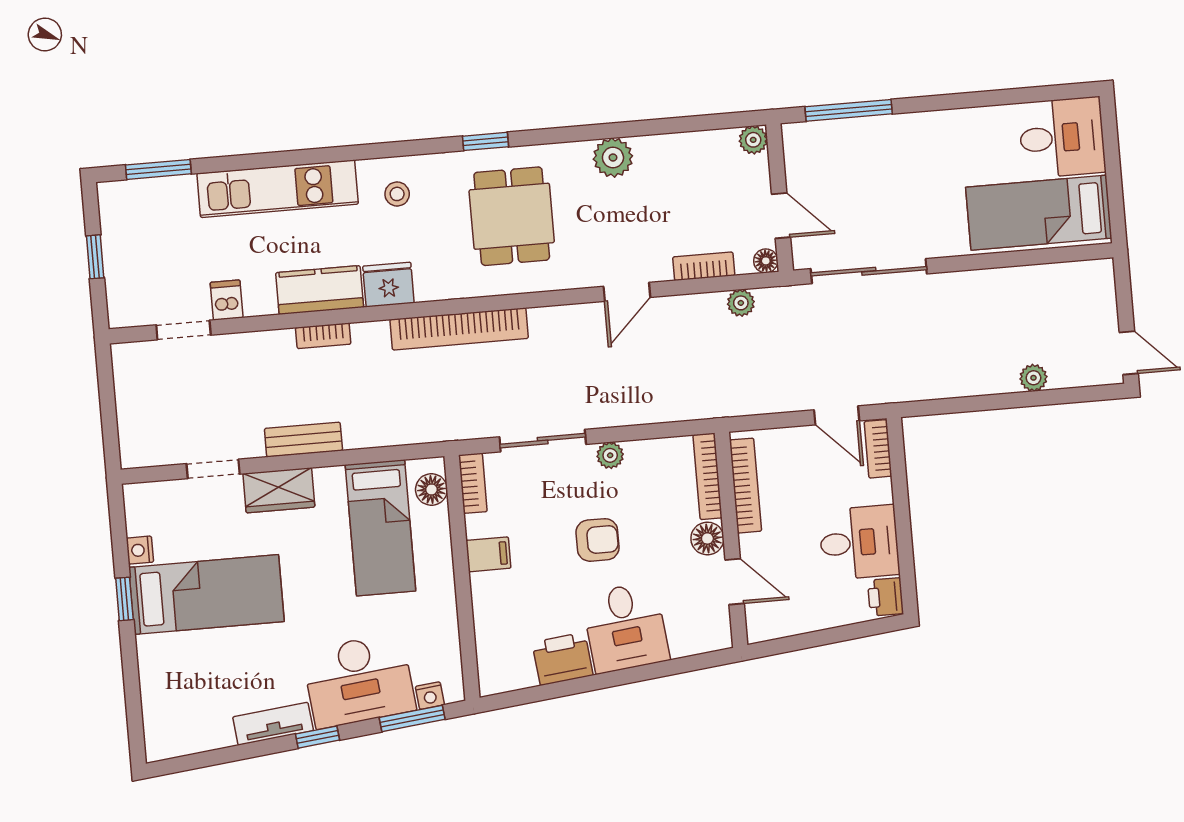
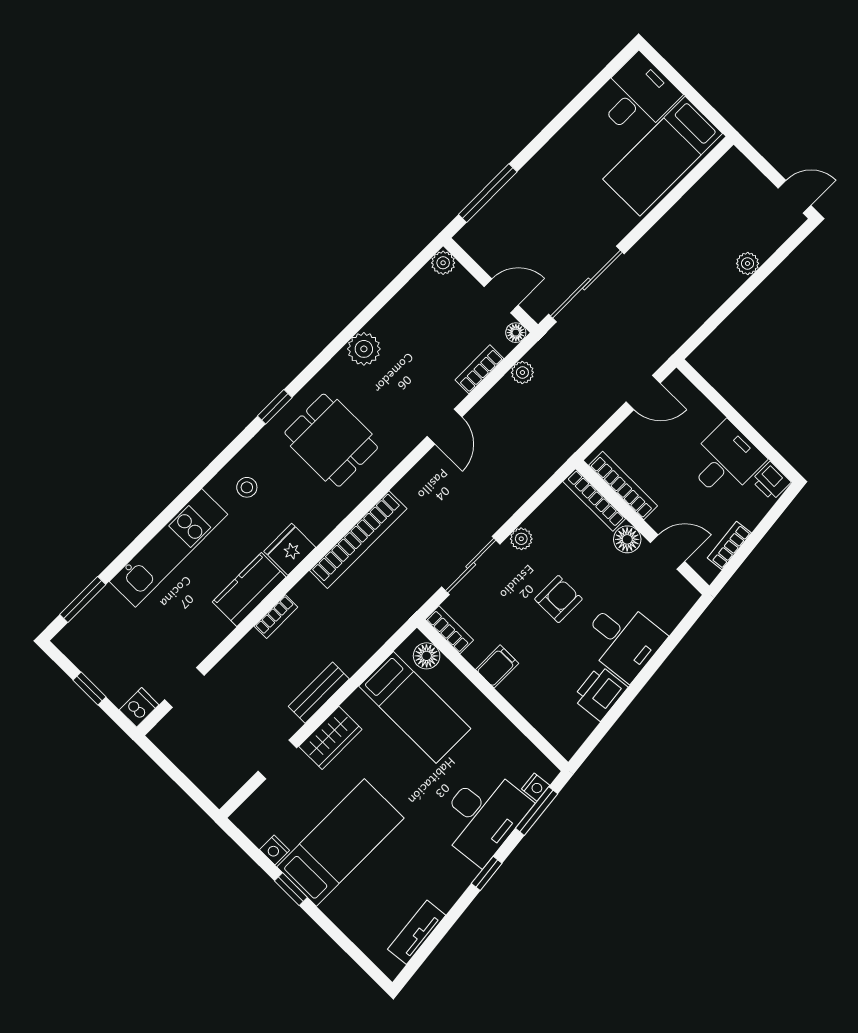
dishwasher: (227, 300) -> (139, 707), moved, turned 90
bookcase: (878, 449) -> (729, 545), moved, turned 84
tv unit: (273, 724) -> (417, 932), moved

